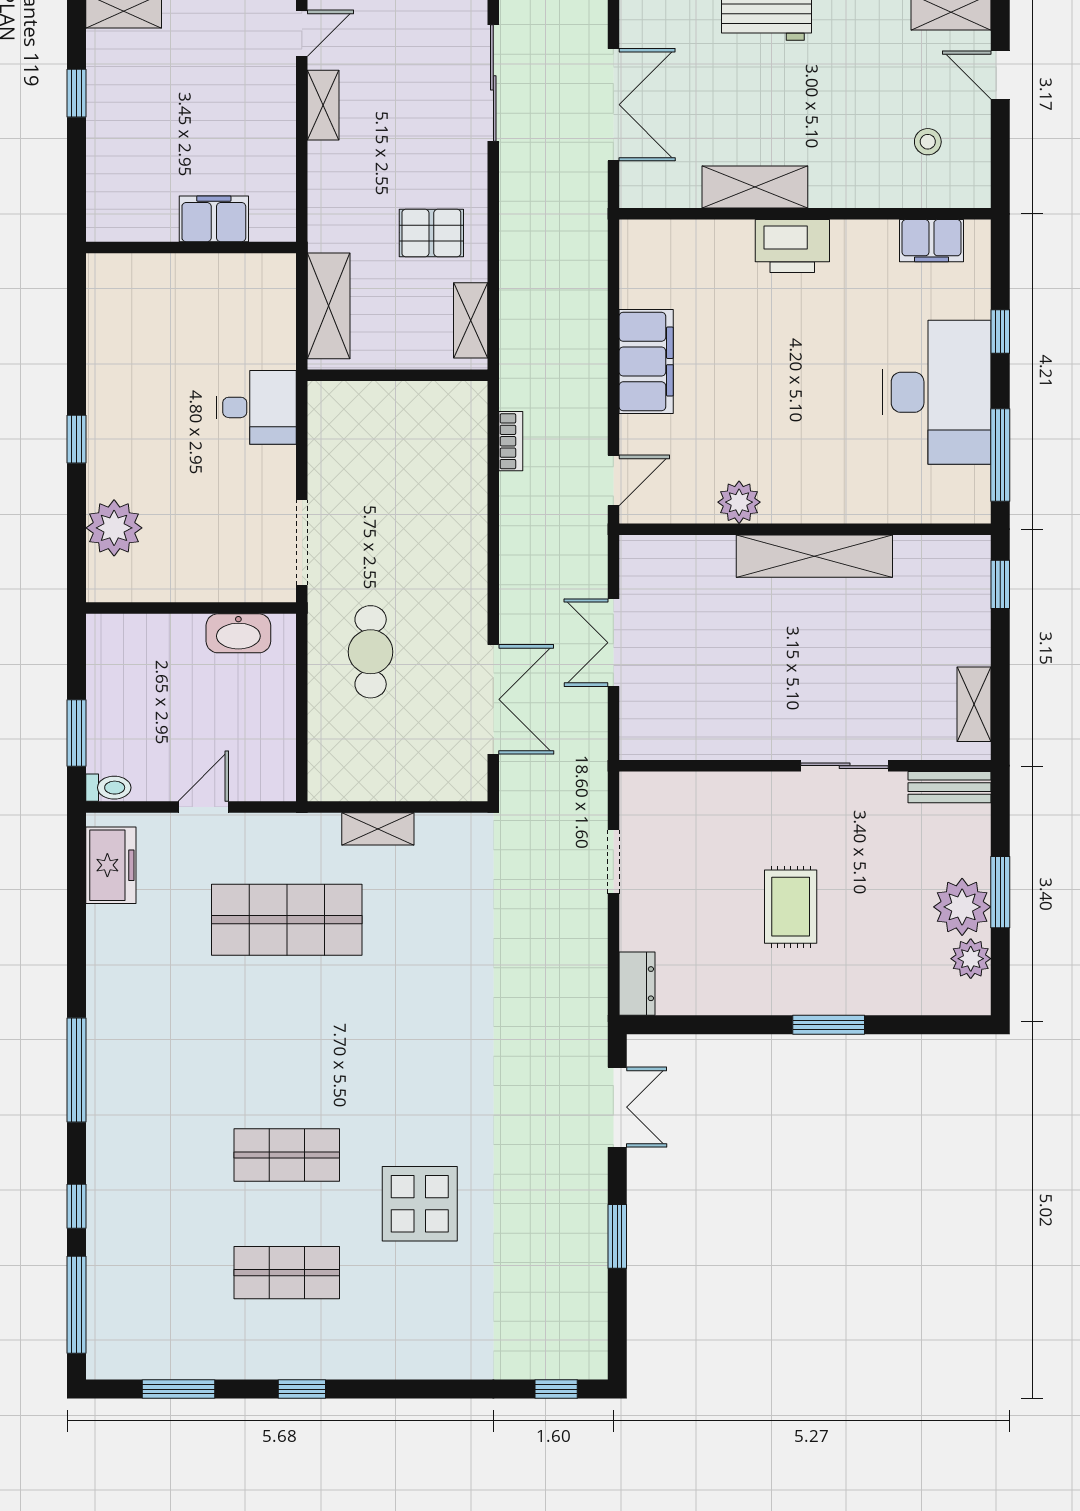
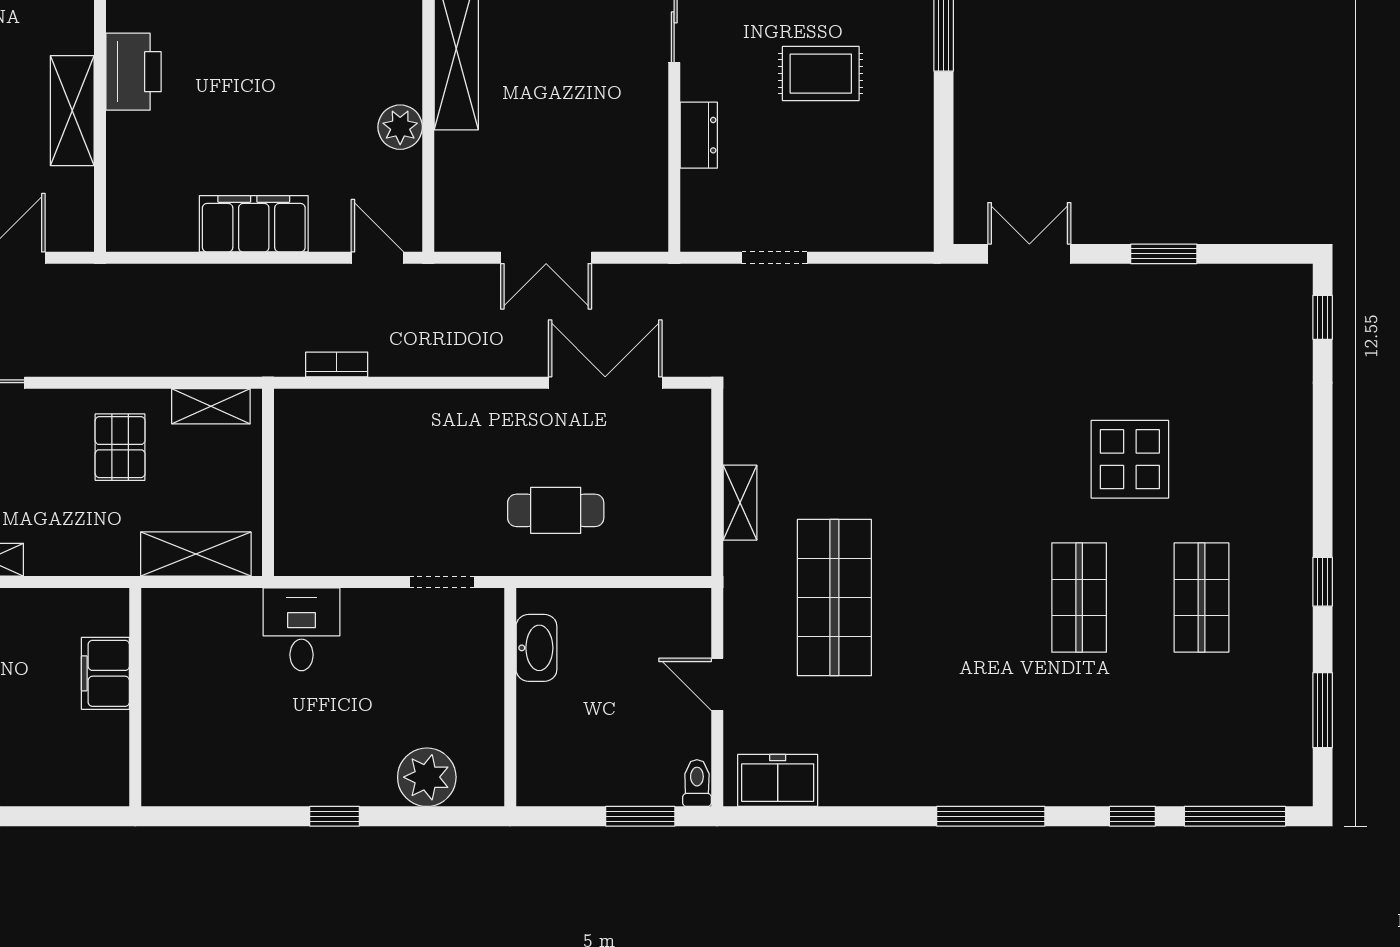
doorway: (302, 543) -> (442, 582), width x0.73
dresser: (637, 984) -> (699, 135), moved, turned 90

